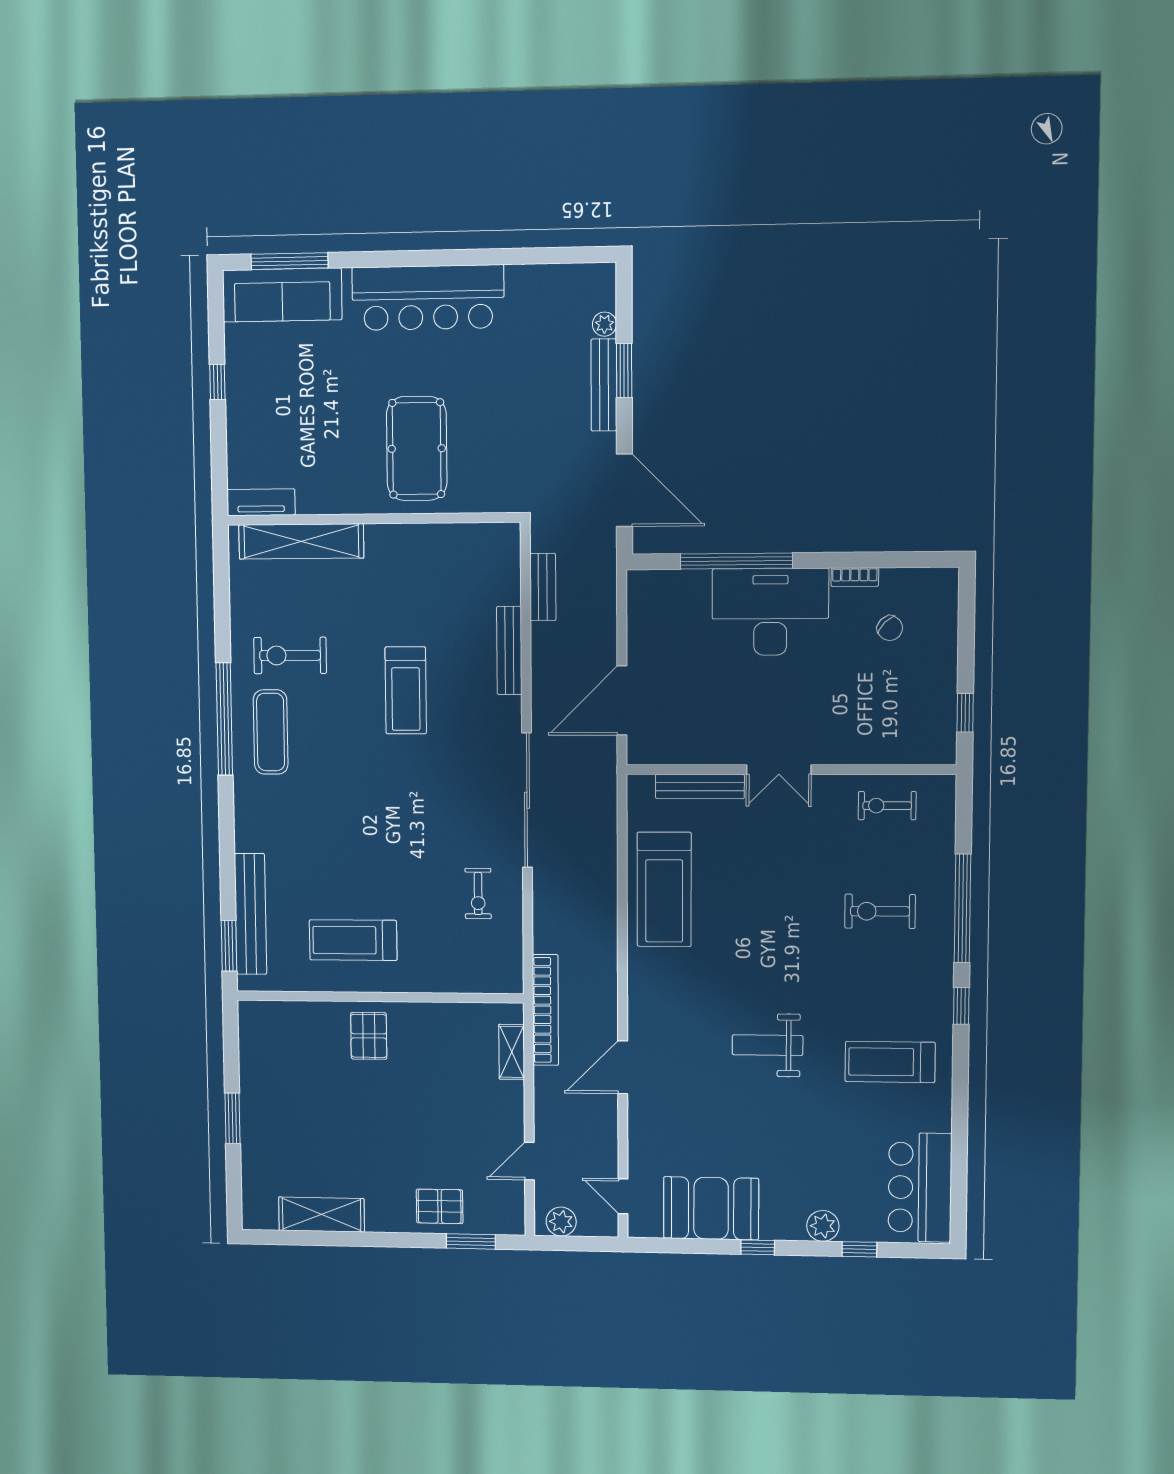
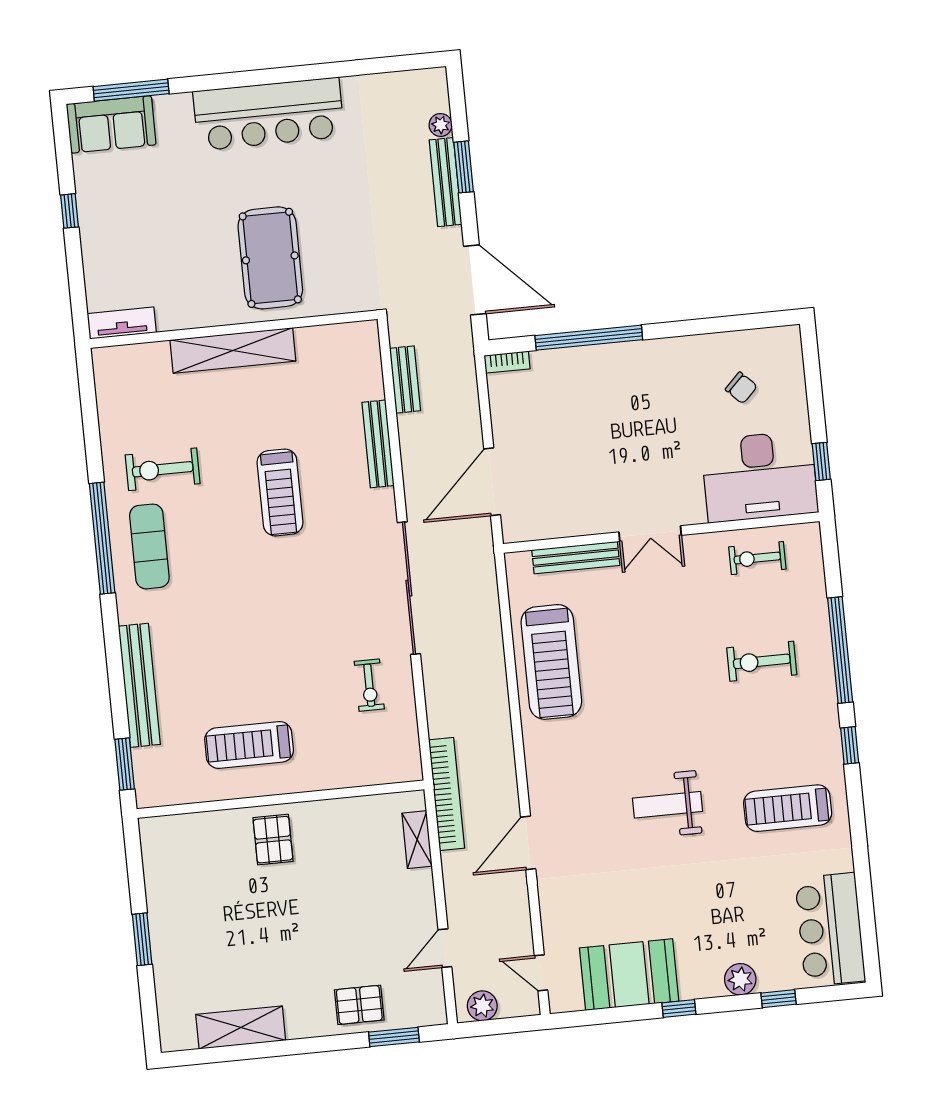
sofa: (282, 295) -> (111, 124), width x0.73
shelving: (301, 541) -> (233, 350), moved
bookcase: (855, 577) -> (507, 362), moved
desk: (770, 612) -> (760, 477), moved, turned 180
bench: (250, 914) -> (139, 685), moved

